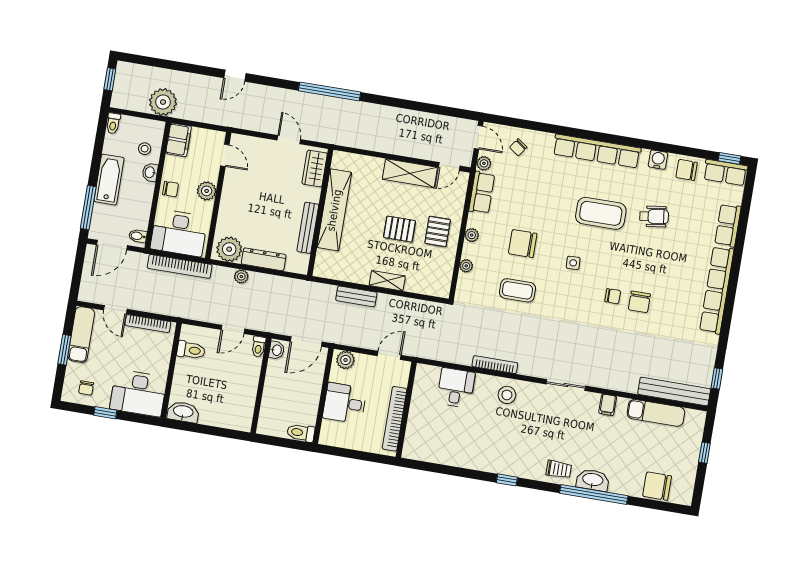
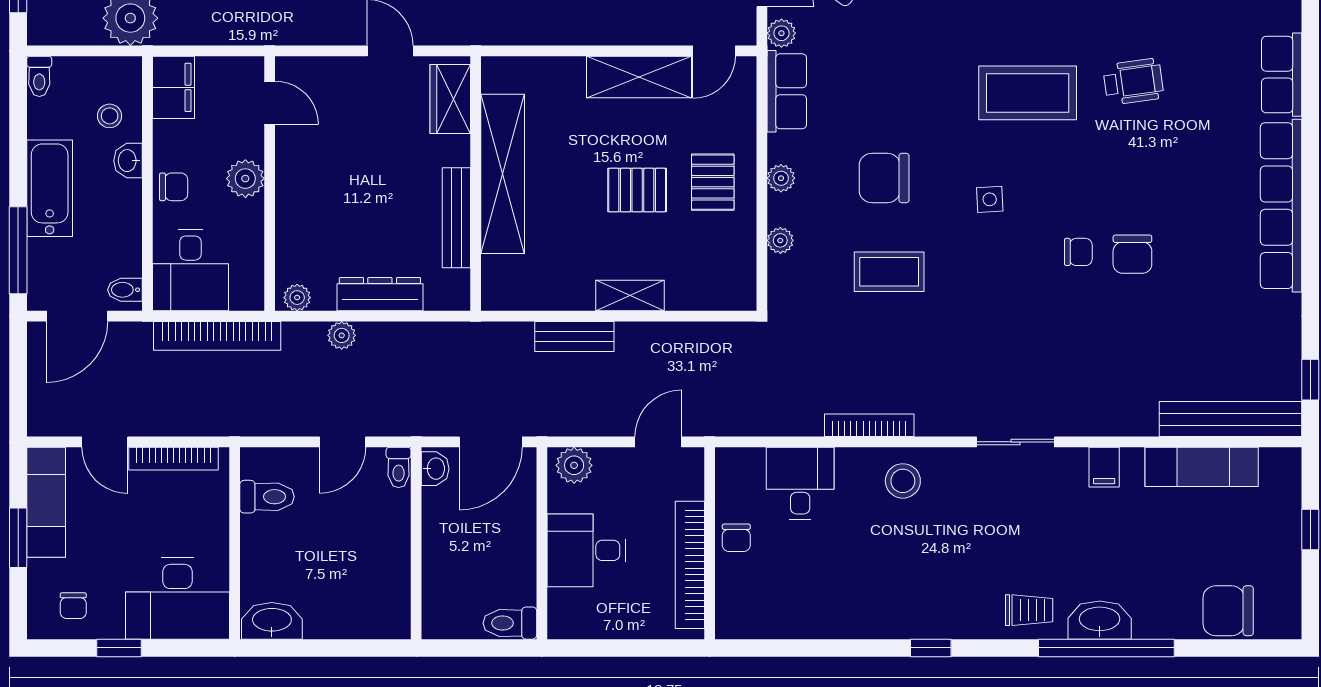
desk: (179, 233) -> (190, 270), width x0.73
plant: (229, 249) -> (297, 298), width x0.53, depth x0.53
chair: (420, 409) -> (736, 538), added

